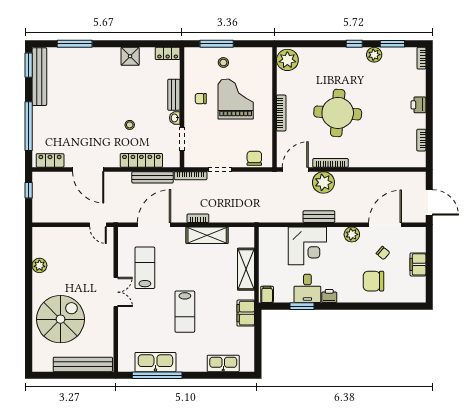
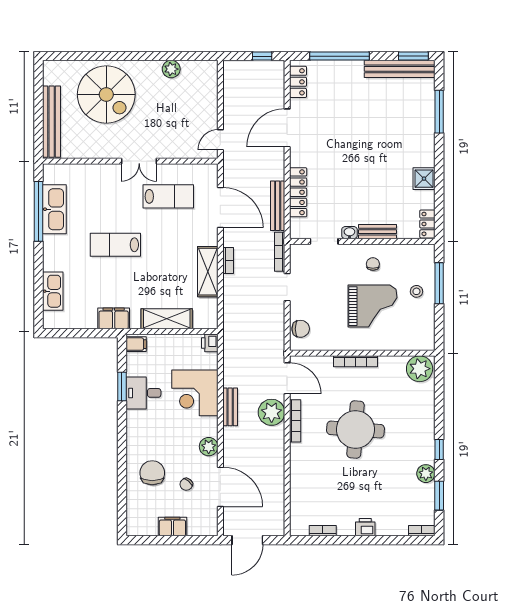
stool: (130, 125) -> (341, 178), removed
printer: (329, 296) -> (210, 343), moved, turned 180

